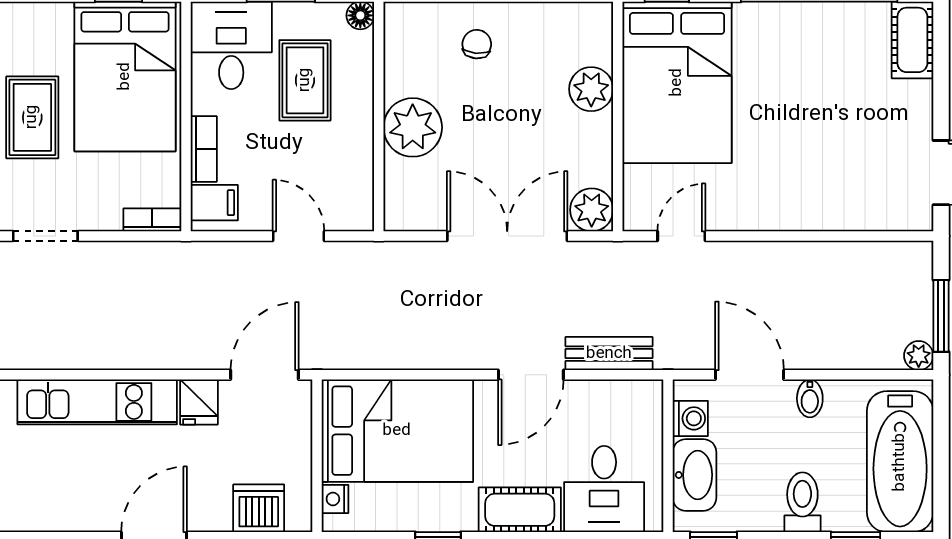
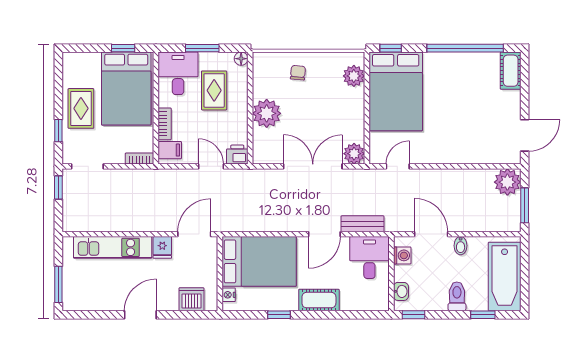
plant: (591, 89) -> (354, 76), moved
printer: (353, 212) -> (237, 155), added
plant: (919, 356) -> (507, 182), moved, width x1.88, depth x1.88
washbasin: (694, 475) -> (401, 291), width x0.52, depth x0.69
desk: (604, 489) -> (369, 258), moved, turned 180

